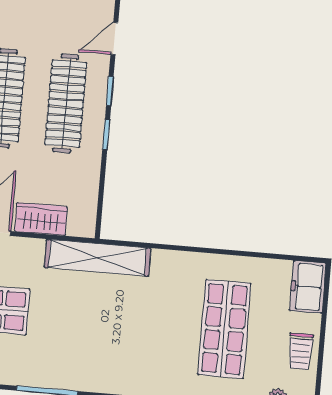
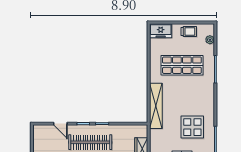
shelving: (97, 258) -> (156, 106), moved
display table: (80, 341) -> (192, 127), added

